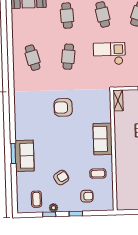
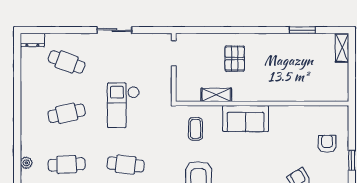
shelving: (118, 100) -> (216, 95), moved
coffee table: (98, 174) -> (196, 129), moved

